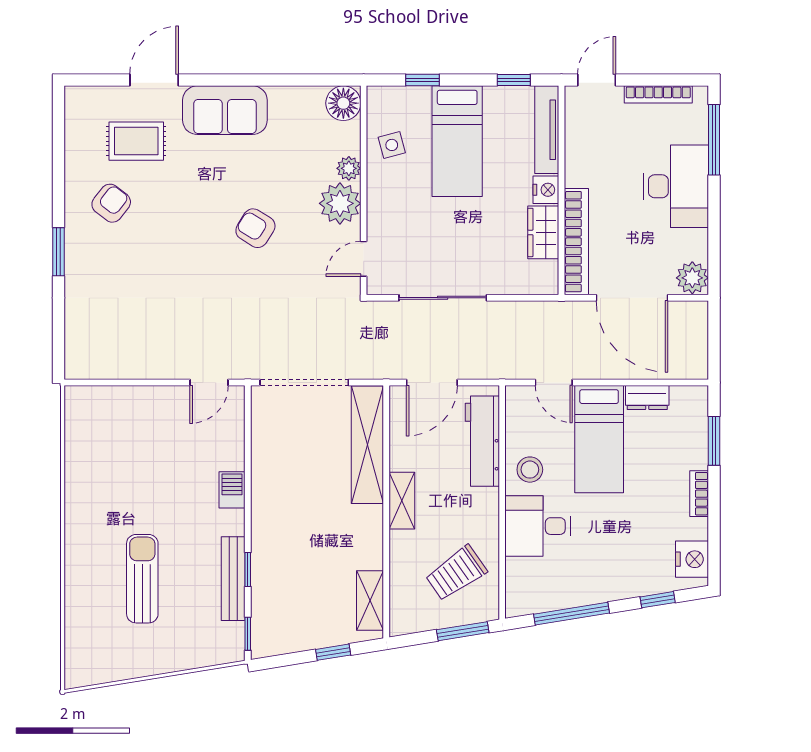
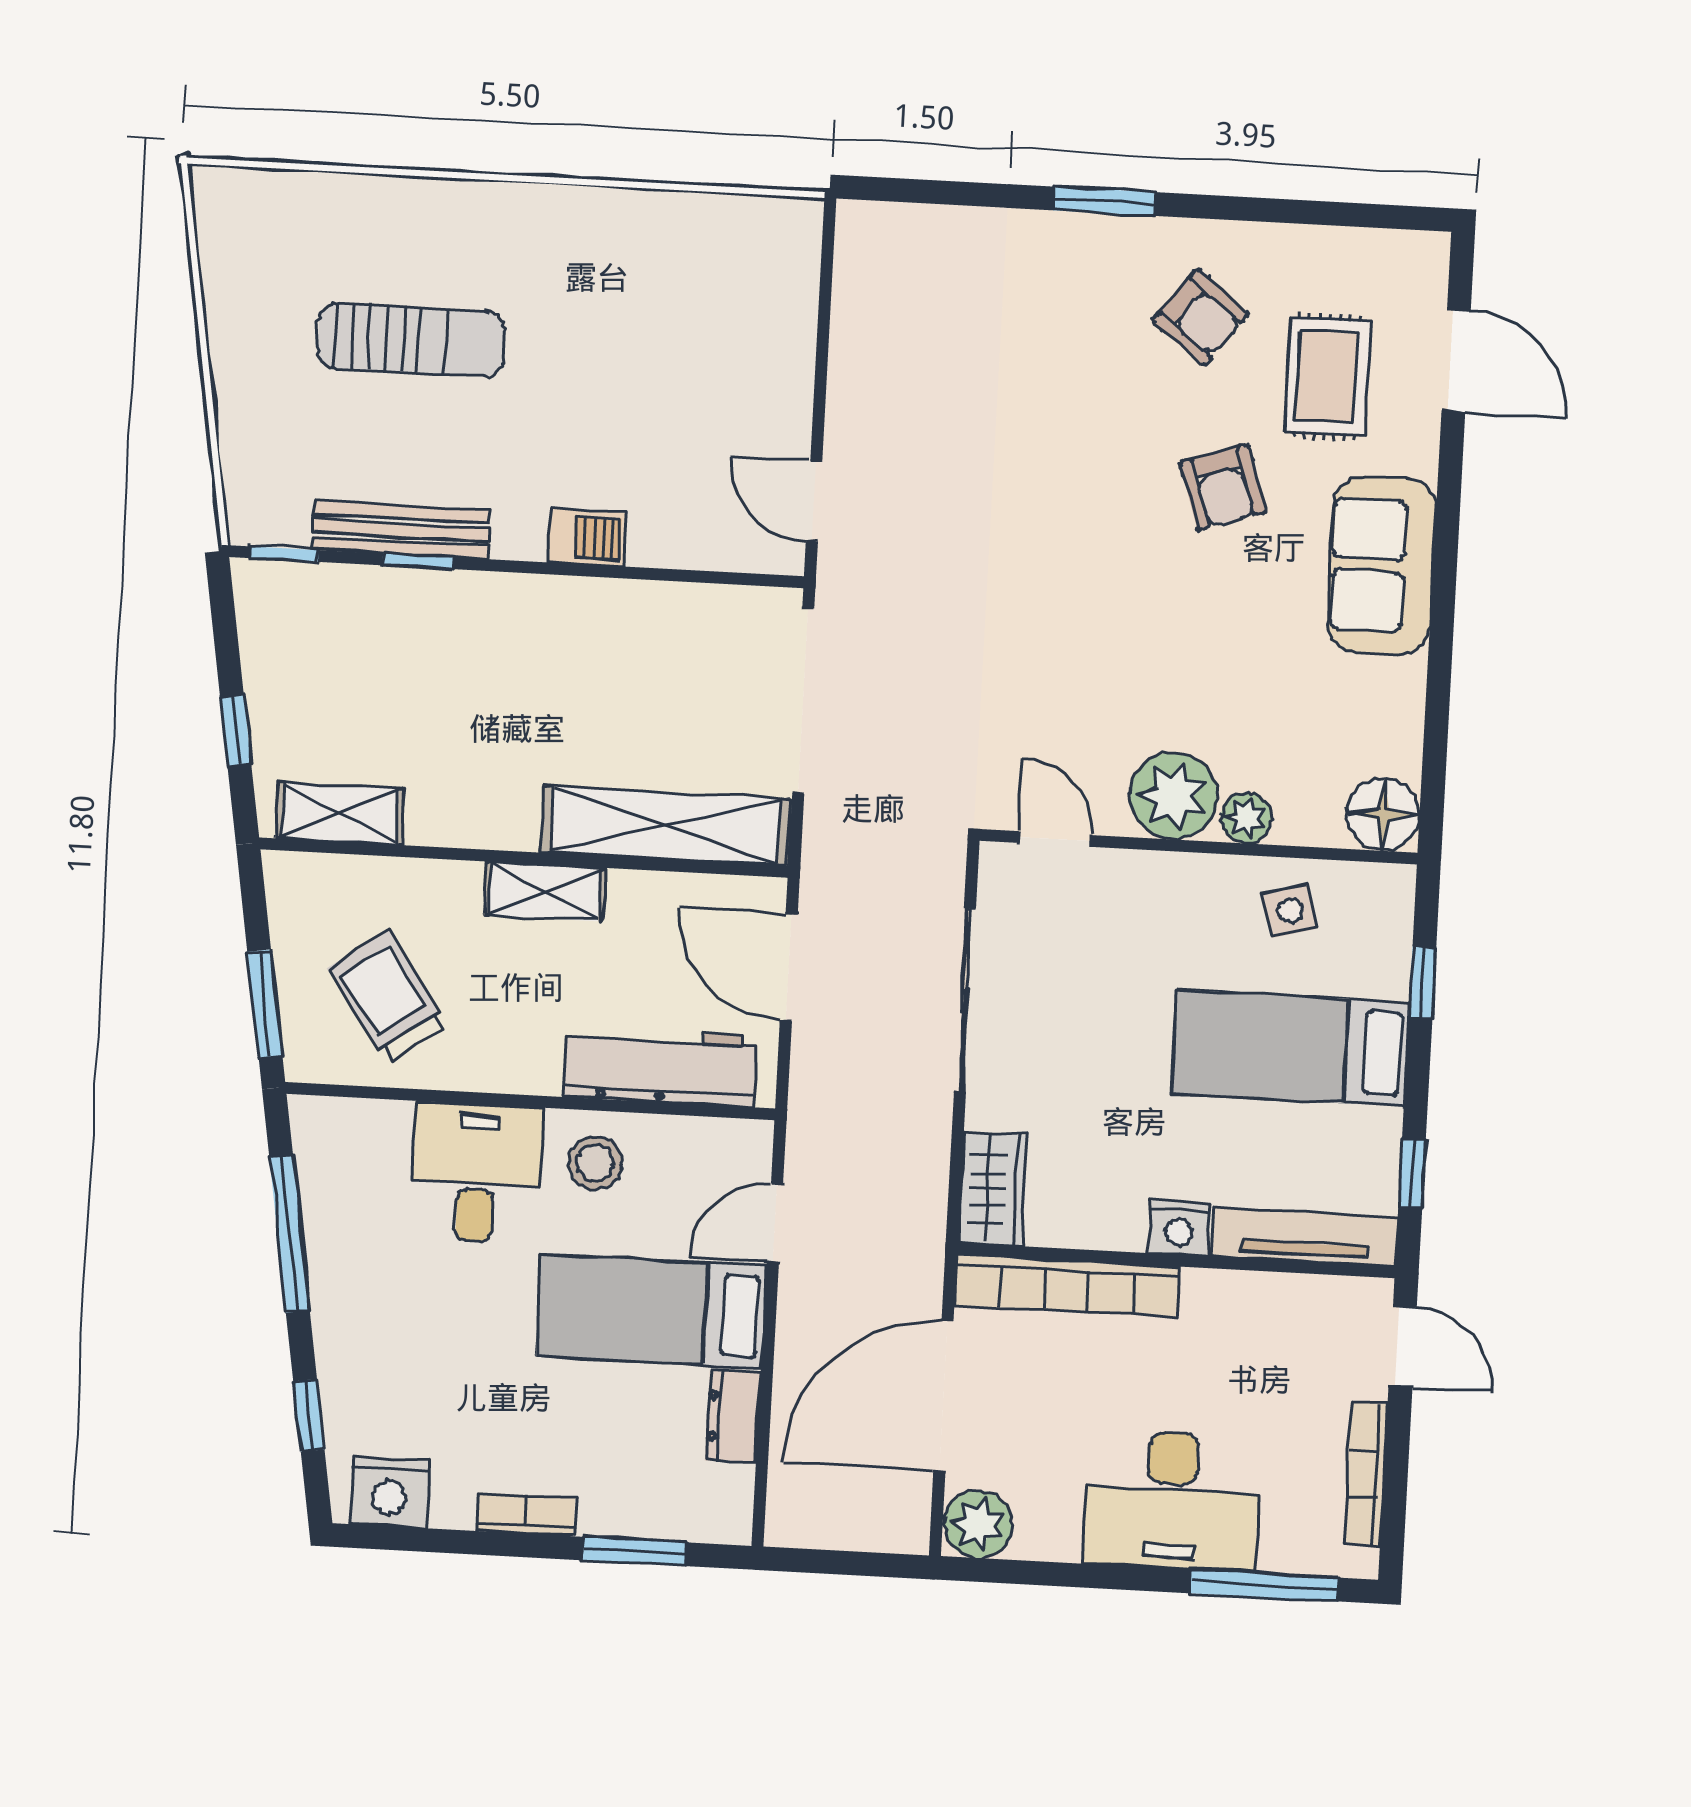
door: (154, 80) -> (1456, 361), moved
armchair: (255, 228) -> (1223, 488), moved, turned 130
wardrobe: (543, 232) -> (993, 1189), moved, turned 90

